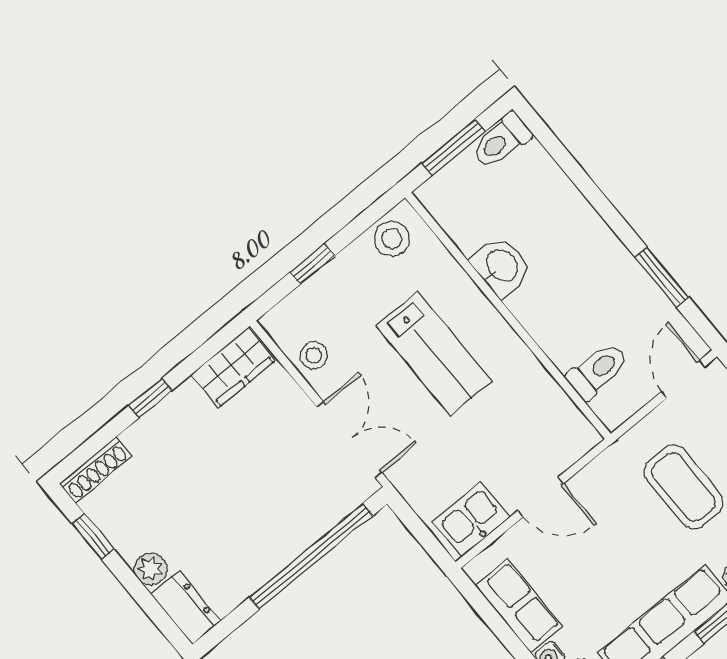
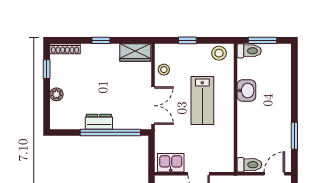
toilet: (501, 141) -> (249, 51), moved, turned 180
toilet: (597, 371) -> (249, 165), moved
dresser: (186, 607) -> (99, 122), moved, turned -90

